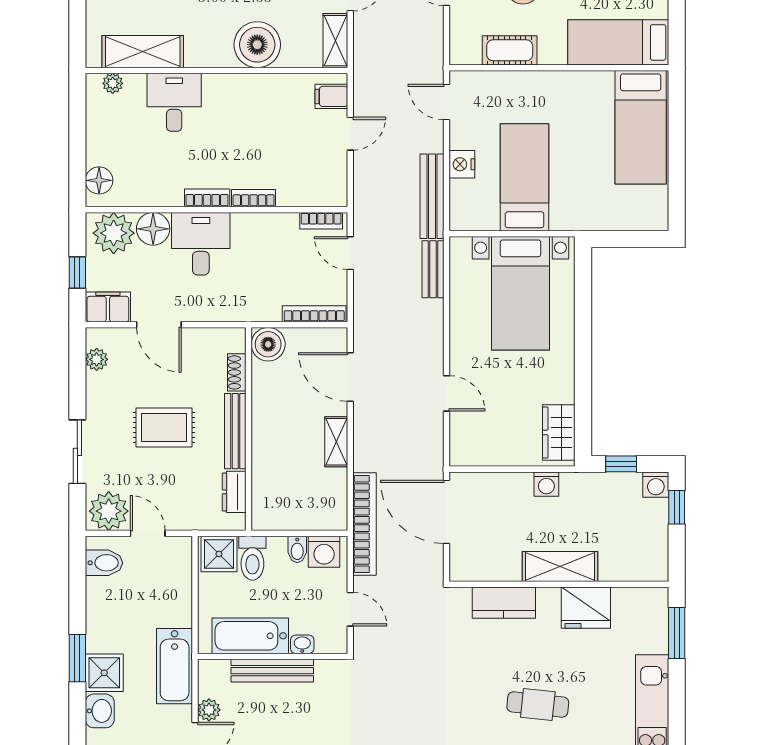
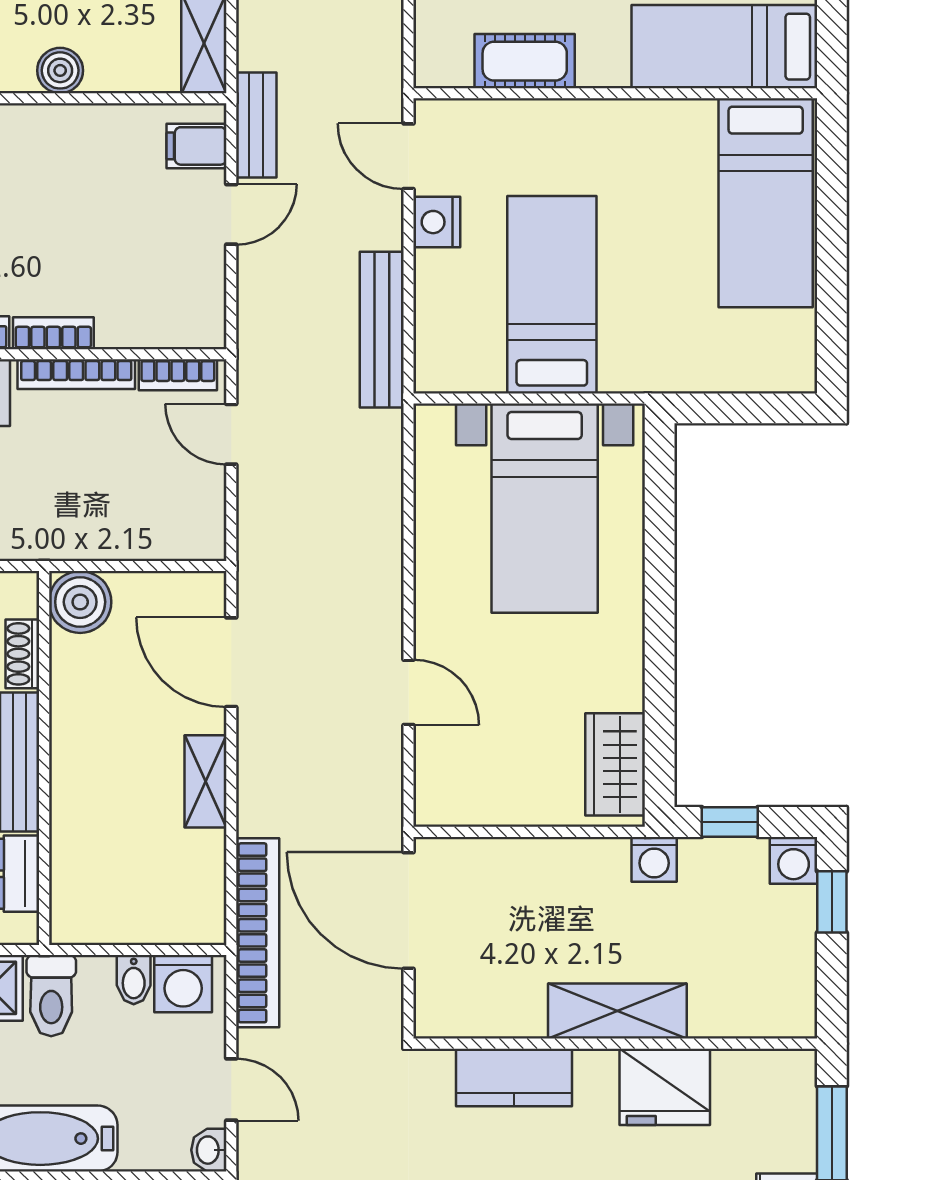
boiler: (257, 45) -> (60, 70), width x0.54, depth x0.54
nightstand: (462, 164) -> (437, 222), moved
bench: (433, 269) -> (256, 125), moved
bookcase: (314, 314) -> (76, 374), moved, turned 180
washing machine: (546, 484) -> (654, 859), moved
washbasin: (302, 644) -> (209, 1150), moved, turned -90

